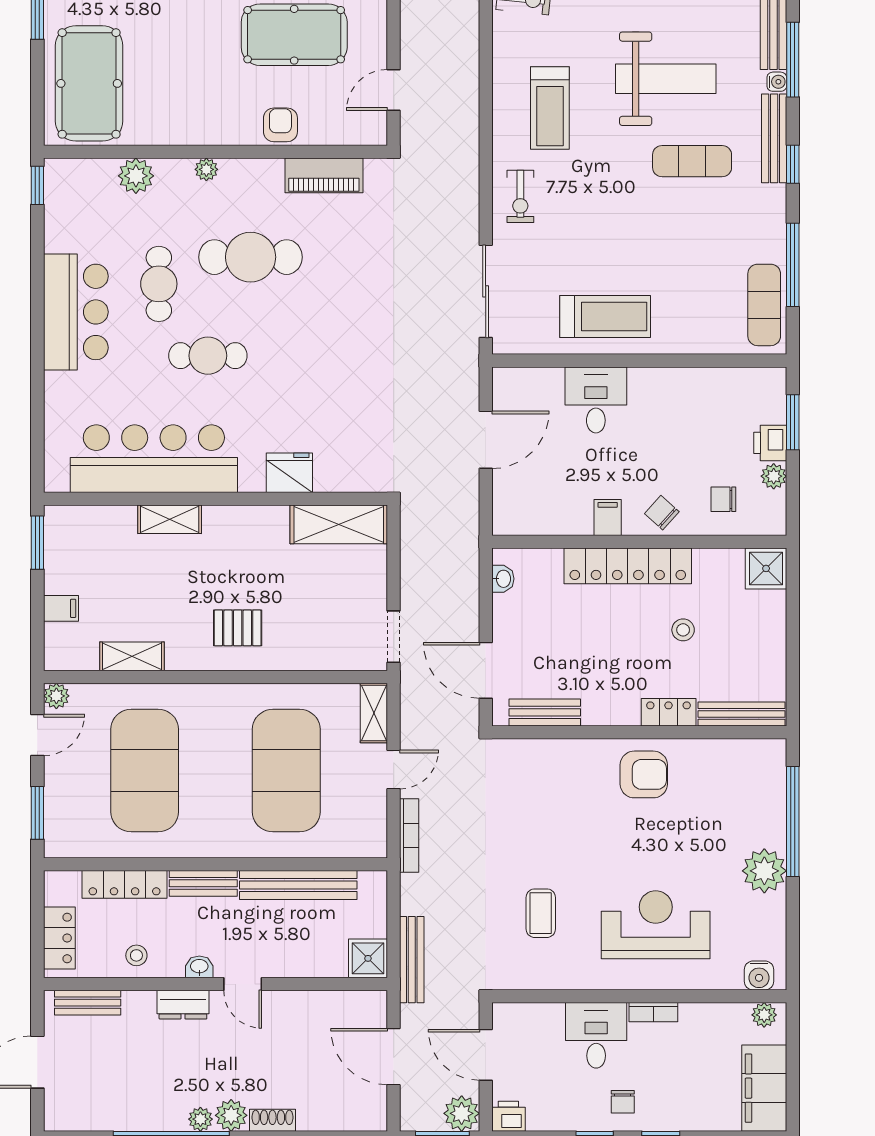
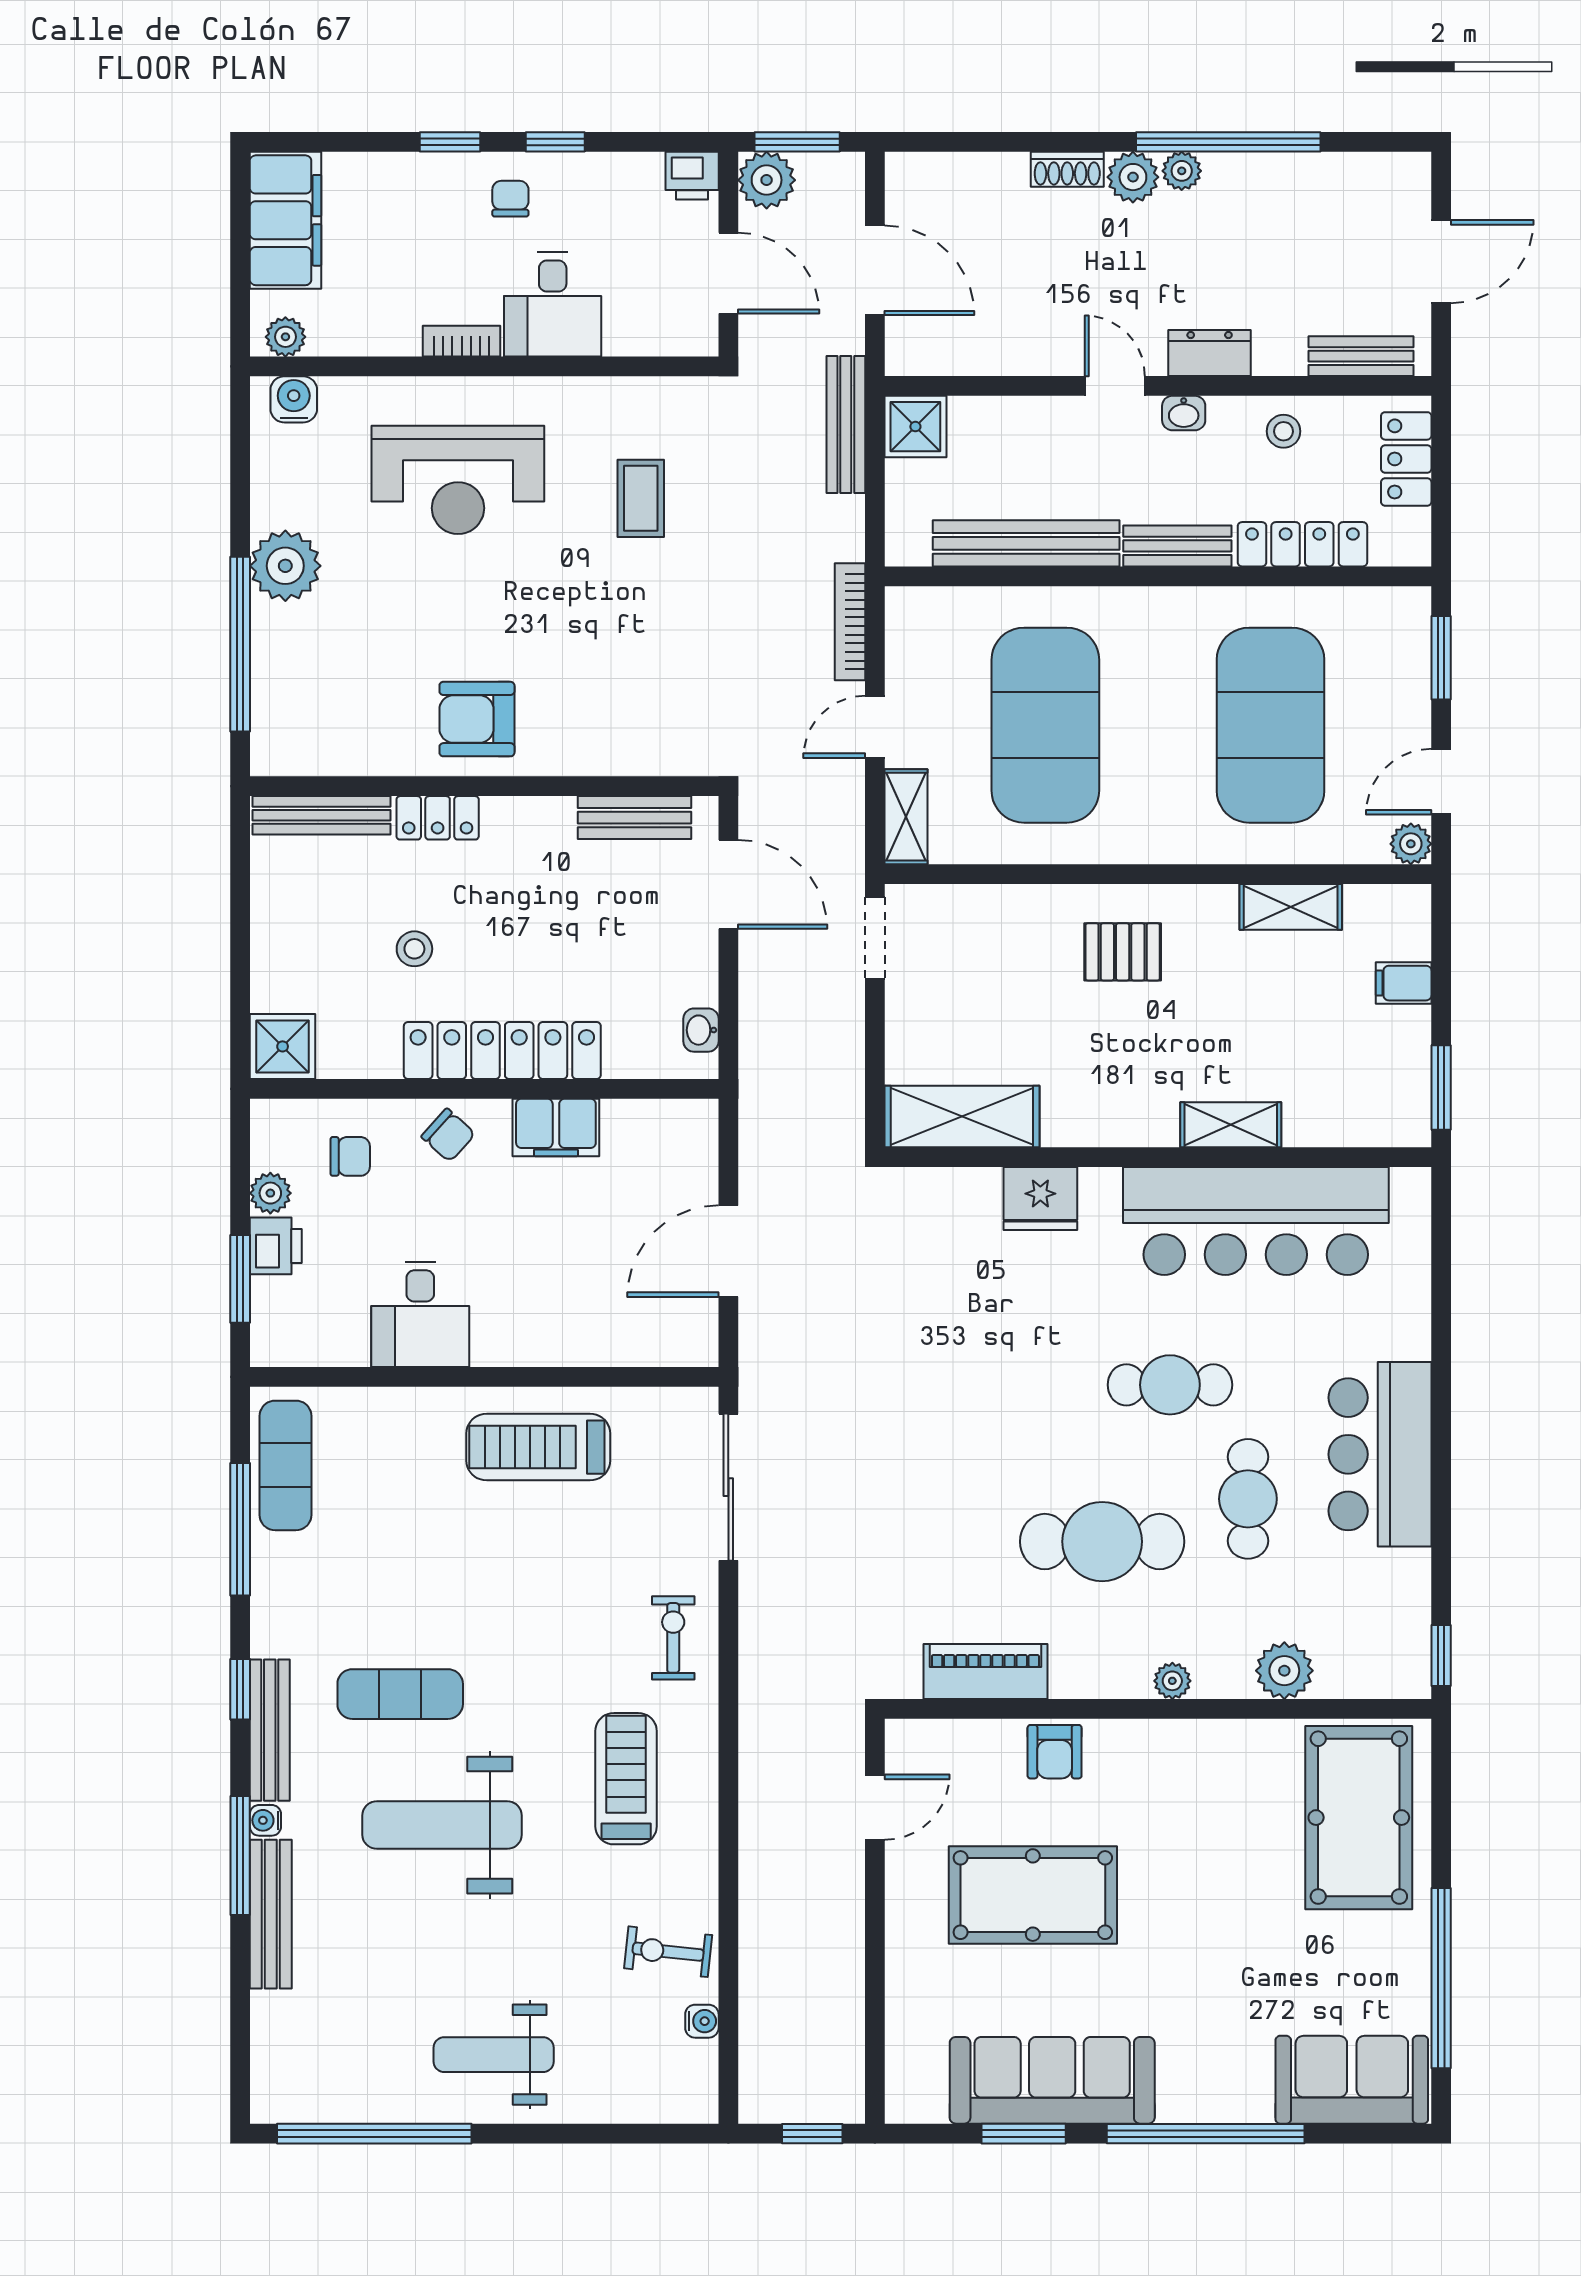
desk: (596, 400) -> (420, 1314), moved
filing cabinet: (608, 518) -> (556, 1127), width x2.00

